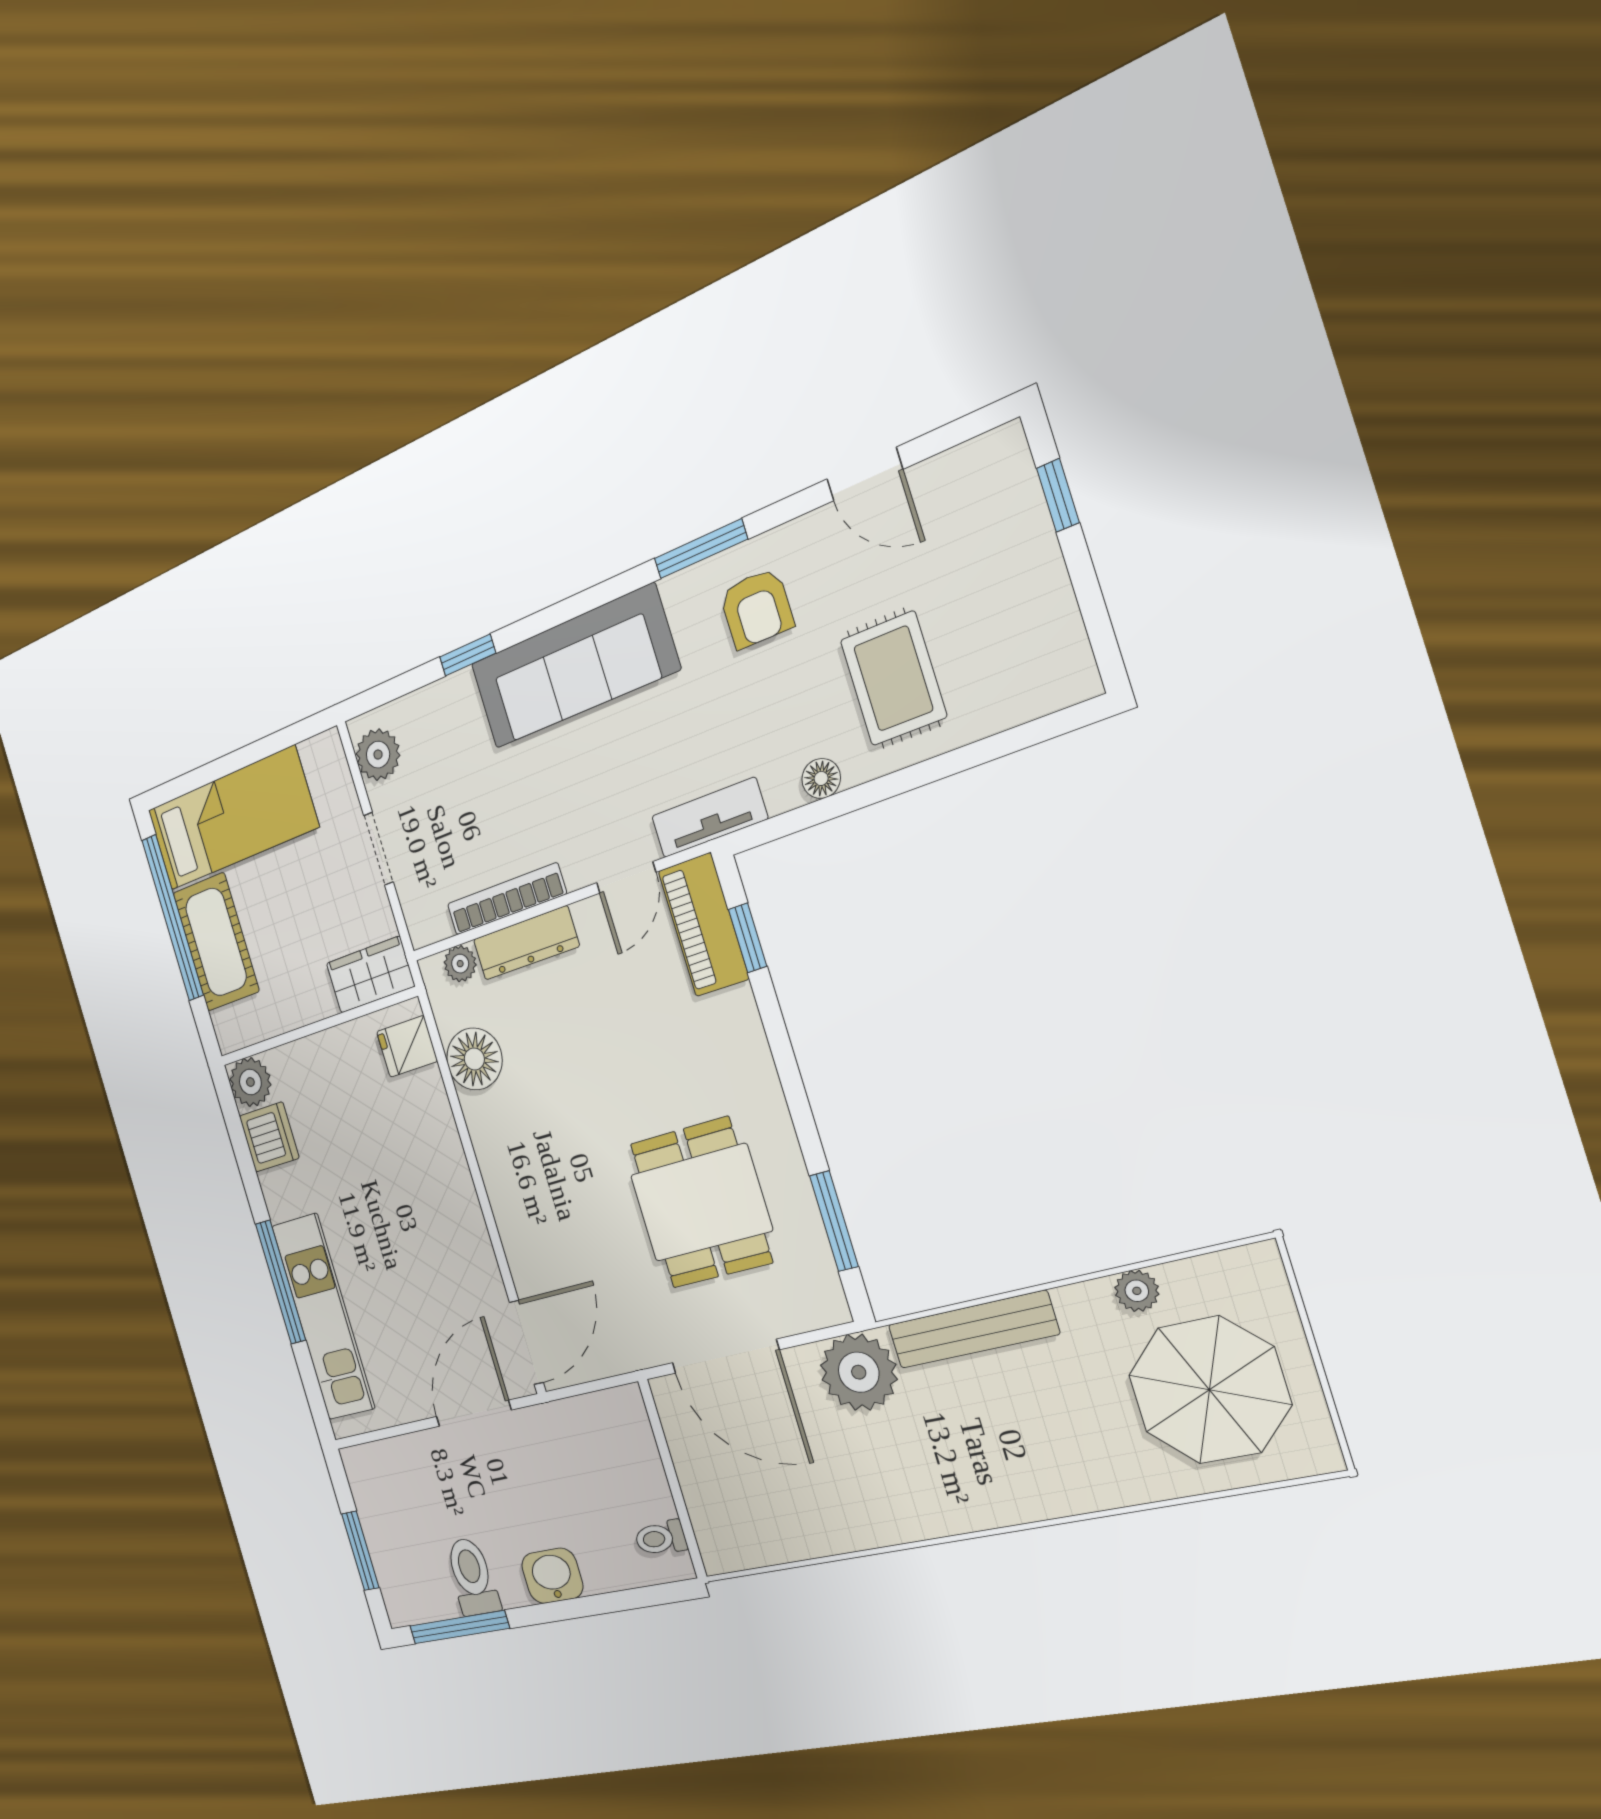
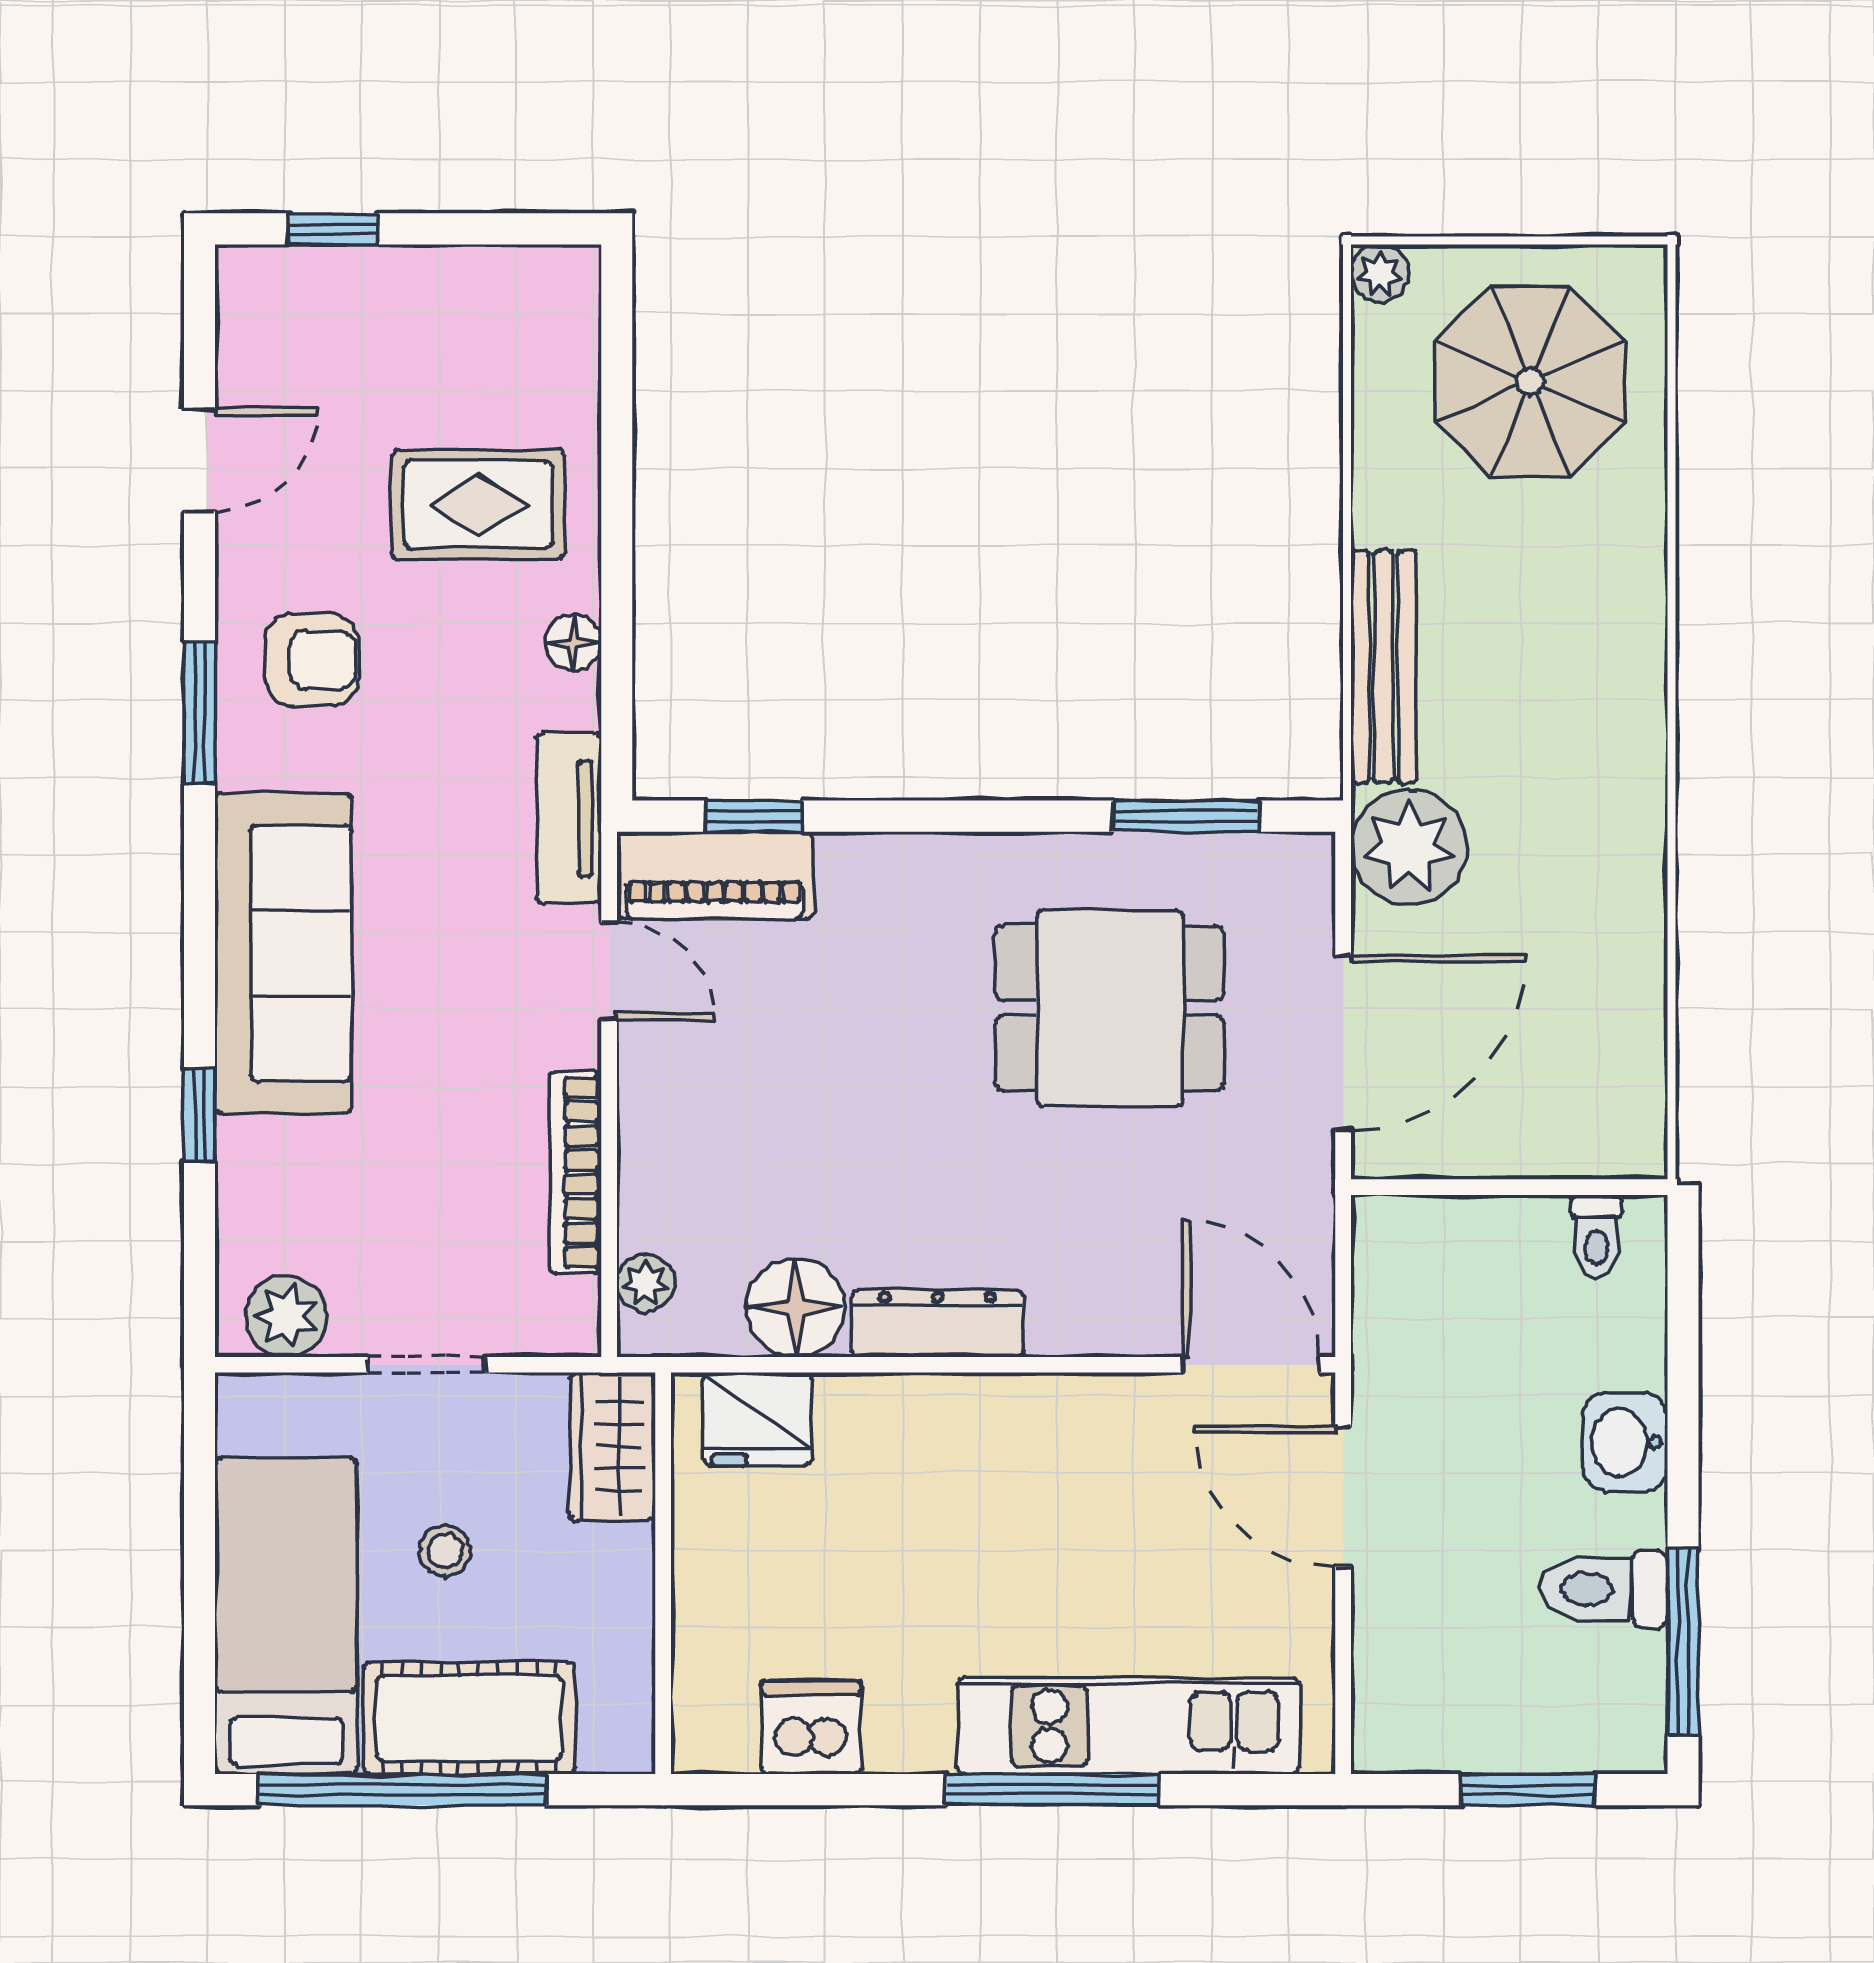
stool: (290, 897) -> (445, 1551), added
dresser: (526, 943) -> (937, 1323), moved, turned -90
fridge: (407, 1046) -> (757, 1419), width x1.38
plant: (250, 1082) -> (713, 1732), removed
plant: (1137, 1291) -> (1380, 273), moved

